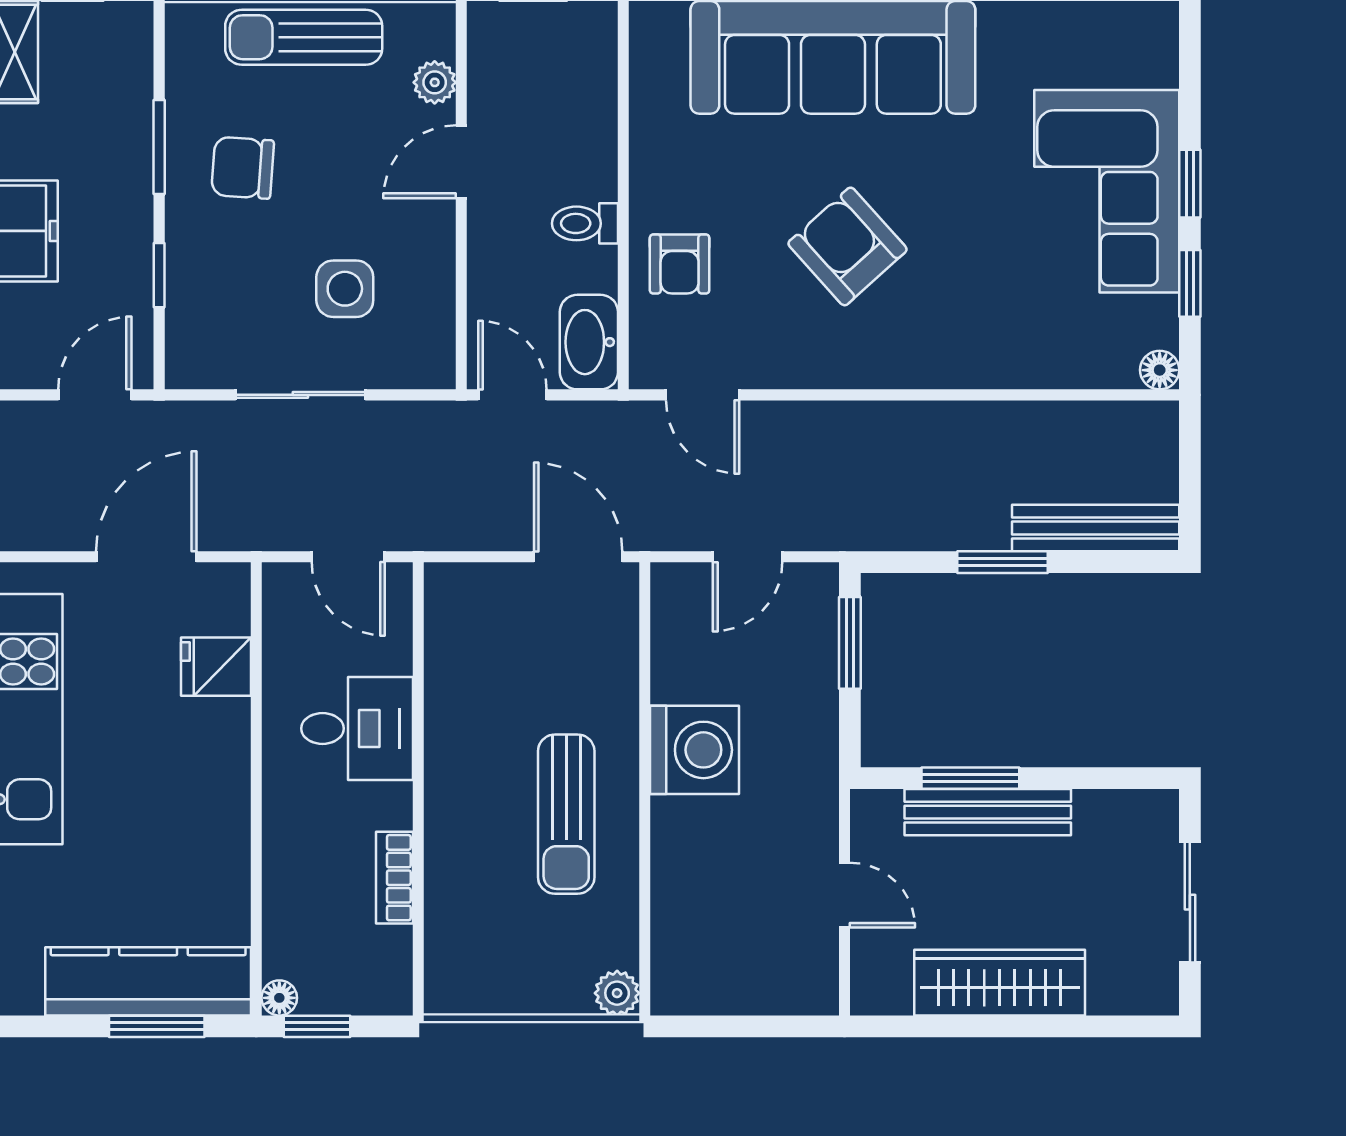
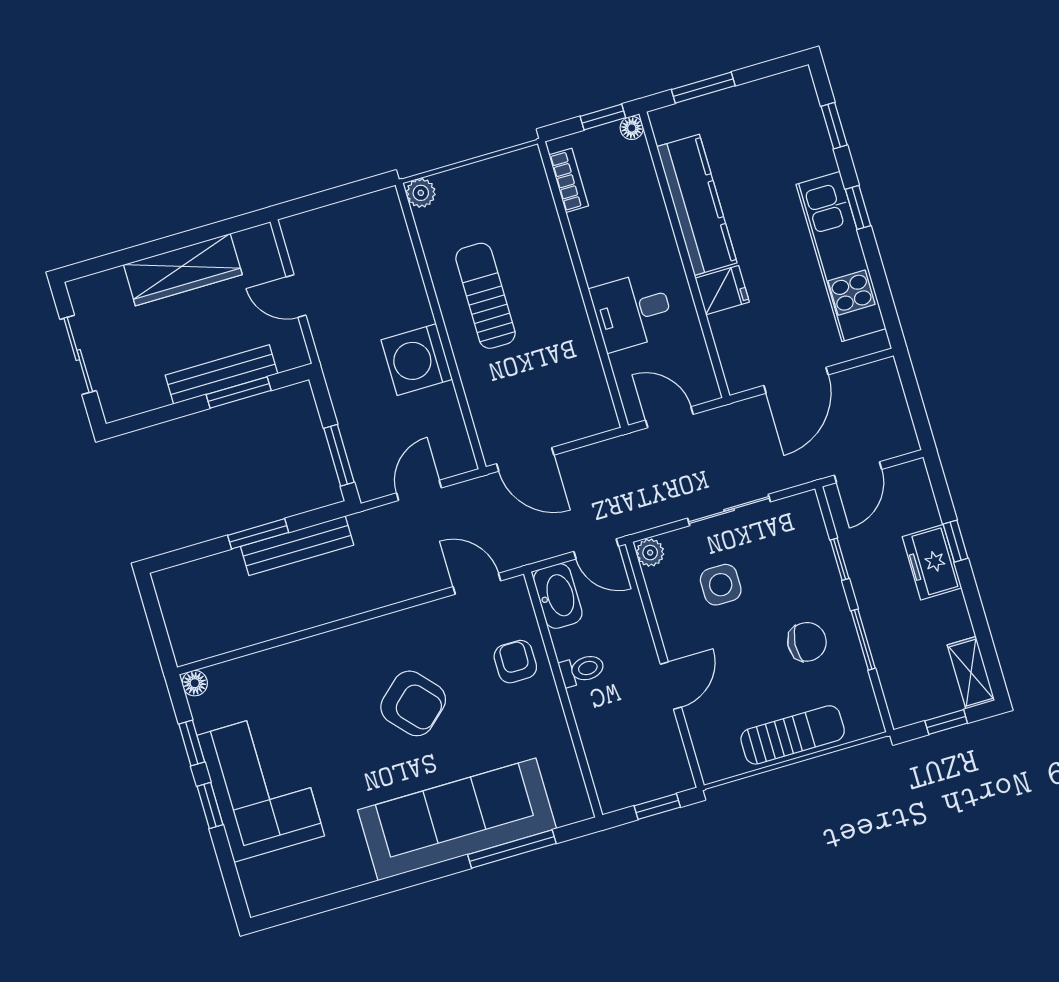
plant: (435, 82) -> (650, 553), moved
bench: (1096, 528) -> (297, 546), moved
fridge: (216, 667) -> (722, 290), moved
bookcase: (394, 878) -> (569, 180), moved
kitchen counter: (148, 981) -> (697, 205), moved, turned -90

